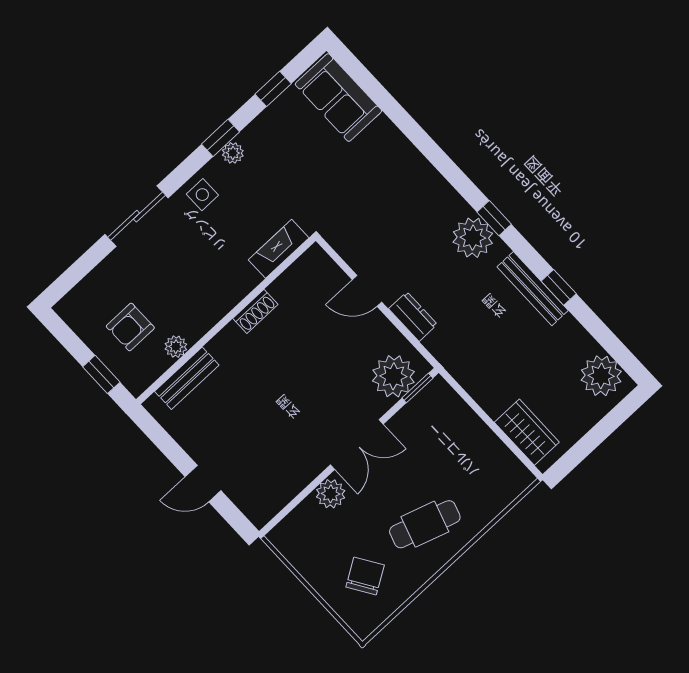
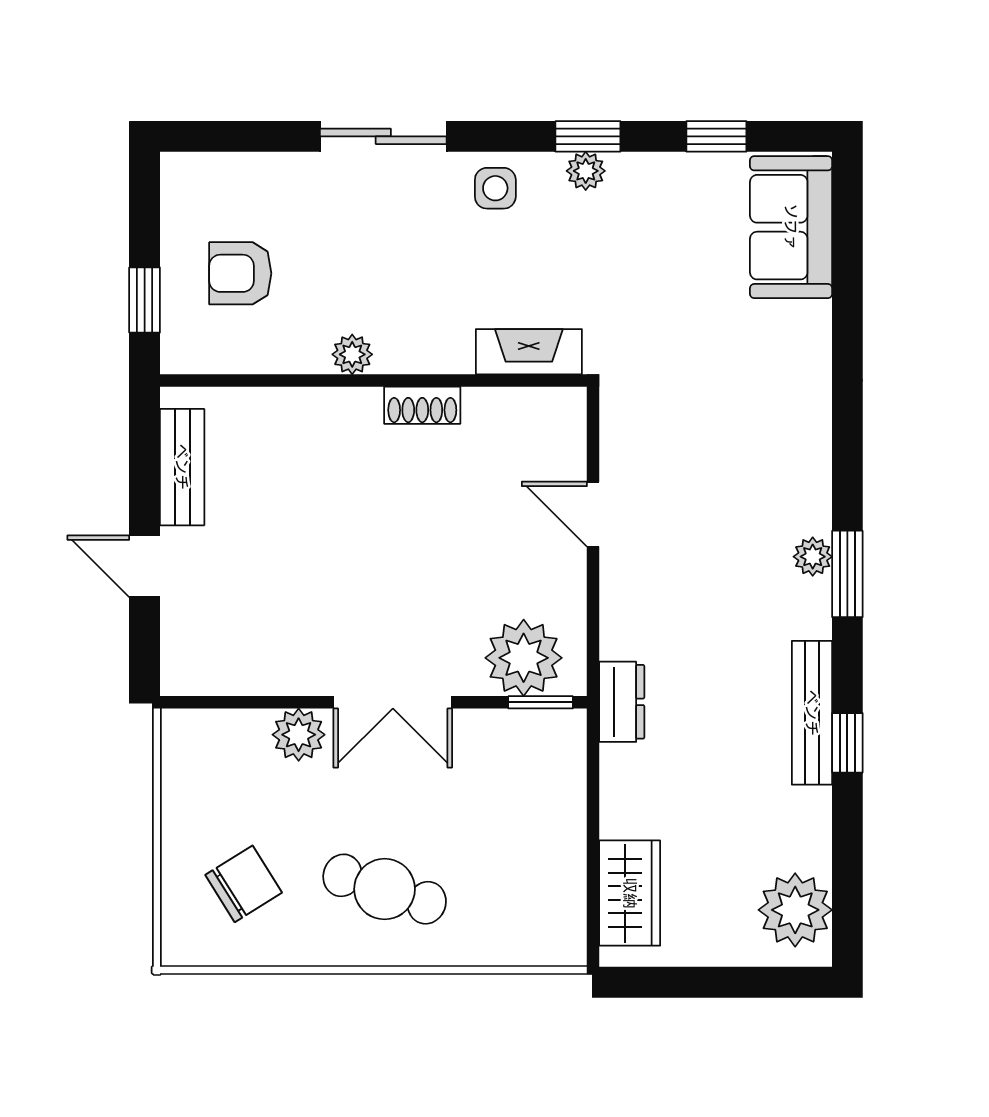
window: (494, 218) -> (847, 574), width x1.50
plant: (473, 238) -> (813, 557), width x0.53, depth x0.53
dresser: (413, 317) -> (622, 702), moved
plant: (176, 347) -> (352, 354), moved
bench: (187, 378) -> (182, 467), moved, turned 90

